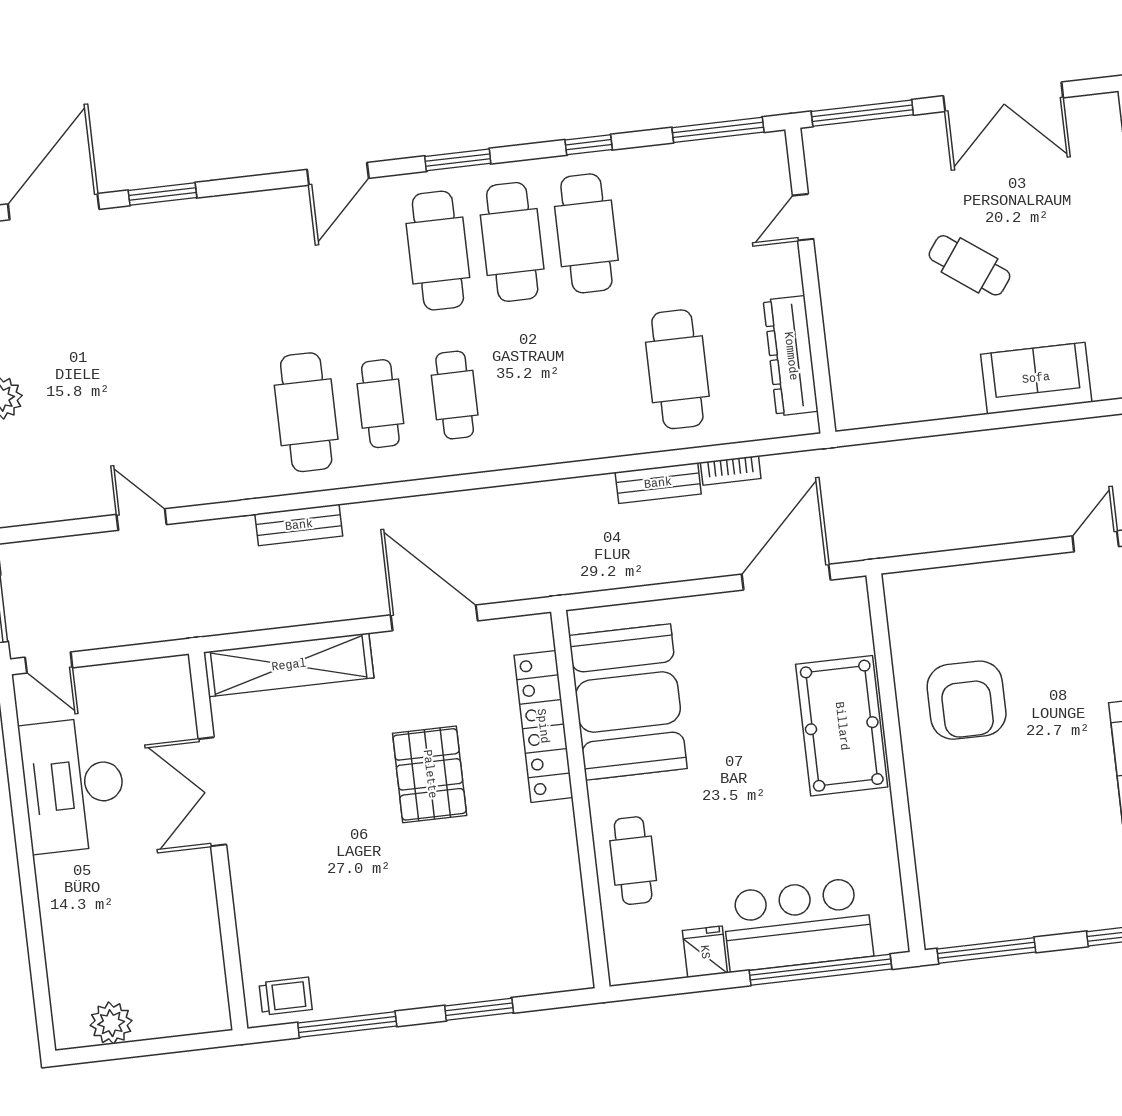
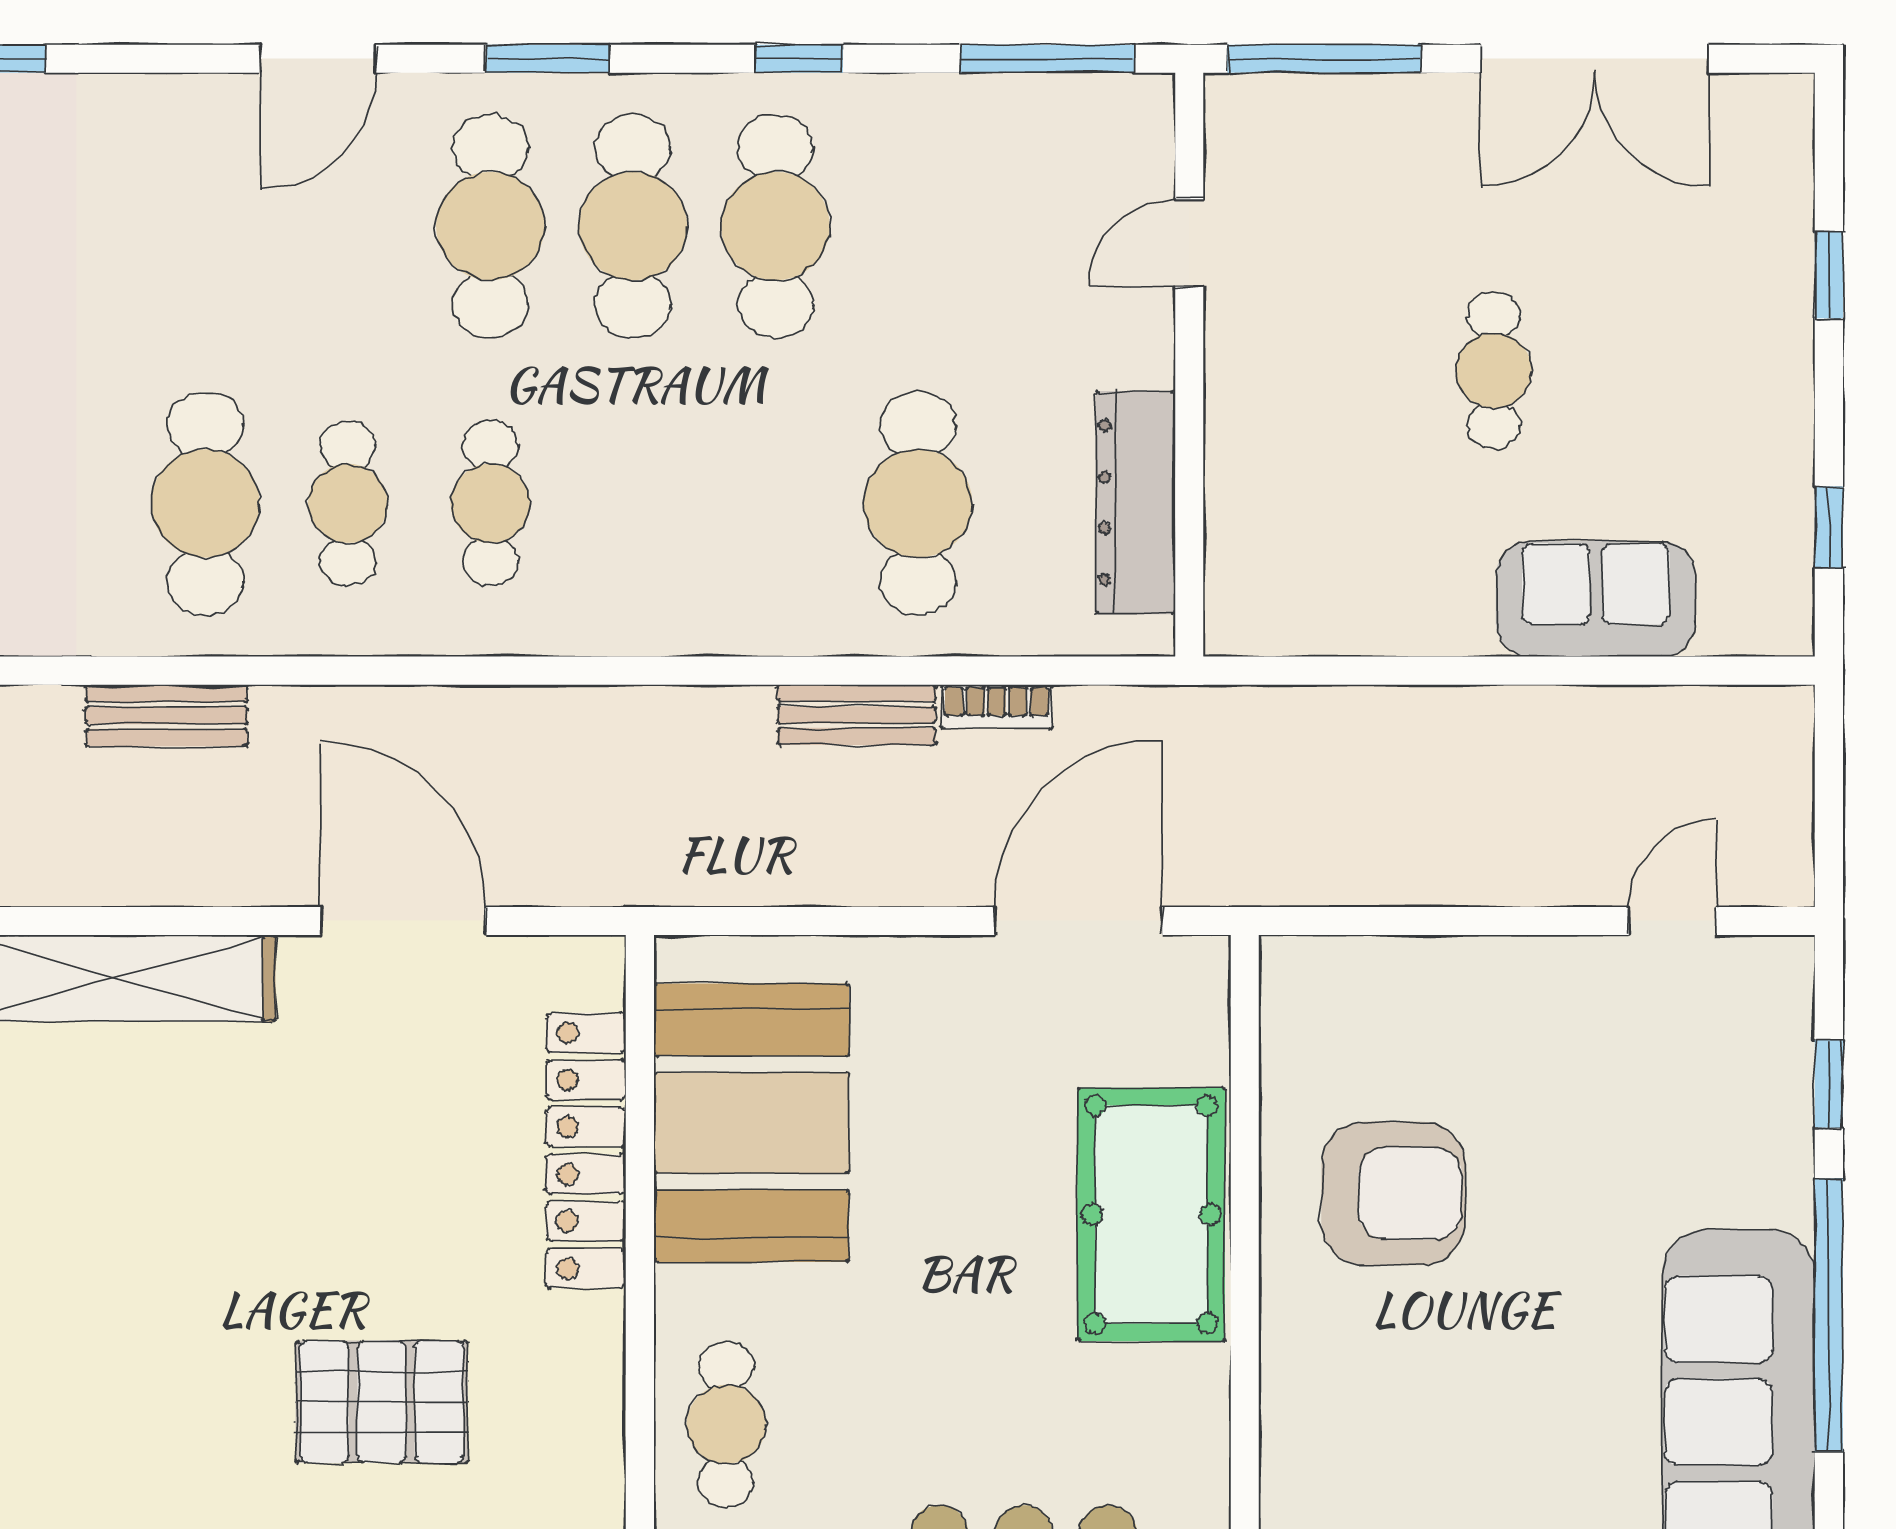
cafe table: (969, 265) -> (1494, 371), turned 54
armchair: (967, 700) -> (1393, 1193), turned -90
pallet: (430, 774) -> (382, 1402), moved, turned 90

